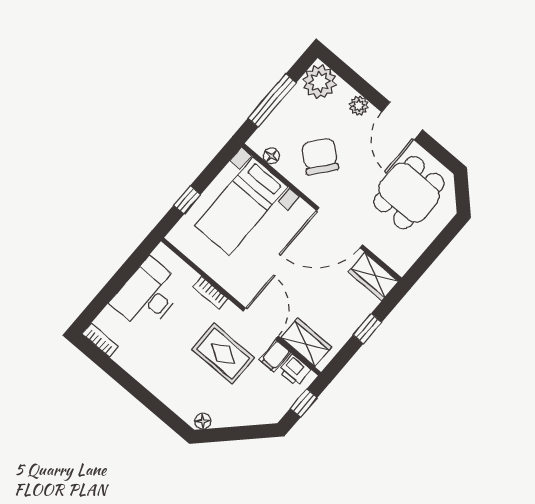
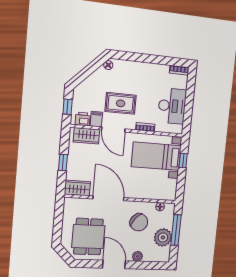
plant: (319, 82) -> (163, 237), moved
bed with nightstands: (241, 206) -> (156, 156), moved, turned -90
door: (339, 228) -> (108, 198), hinge flipped

